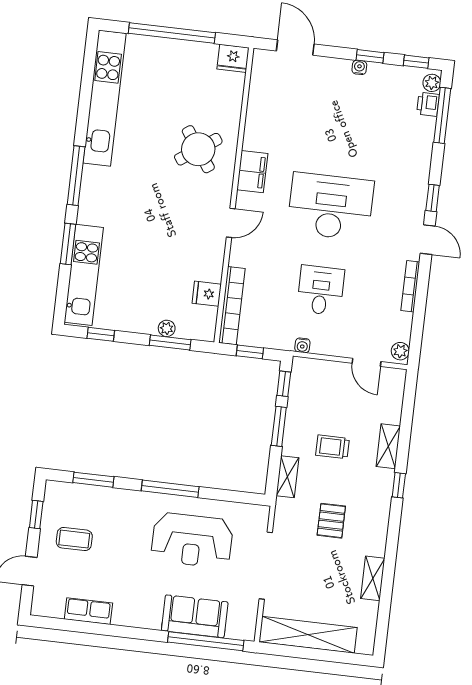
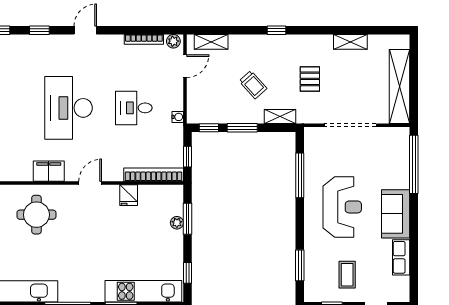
round table: (198, 149) -> (36, 215), turned 35
window: (433, 198) -> (39, 30), moved
door: (231, 223) -> (90, 183), hinge flipped
bookcase: (410, 286) -> (144, 39), moved
fridge: (207, 294) -> (129, 195), moved
shelving: (388, 446) -> (211, 42), moved
trolley: (332, 447) -> (253, 85), turned -42
window: (170, 489) -> (300, 175), moved
pallet: (331, 521) -> (310, 79), turned 90
reception desk: (192, 540) -> (342, 207), moved
sofa: (195, 616) -> (396, 214), moved

